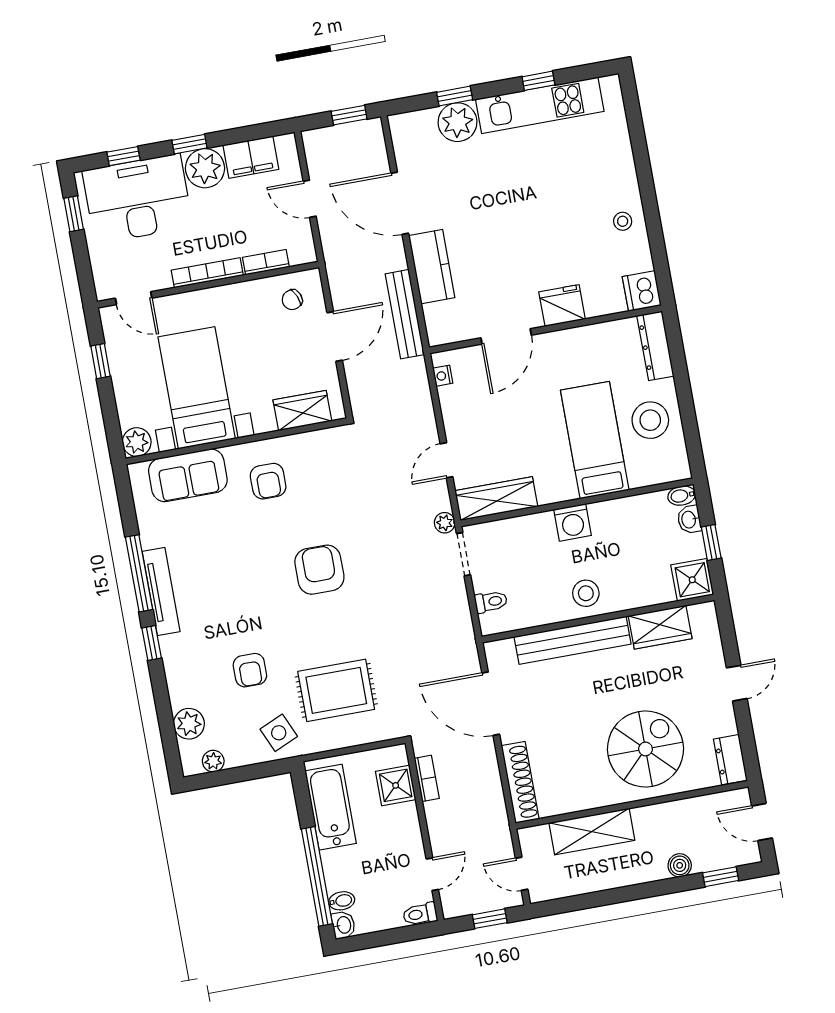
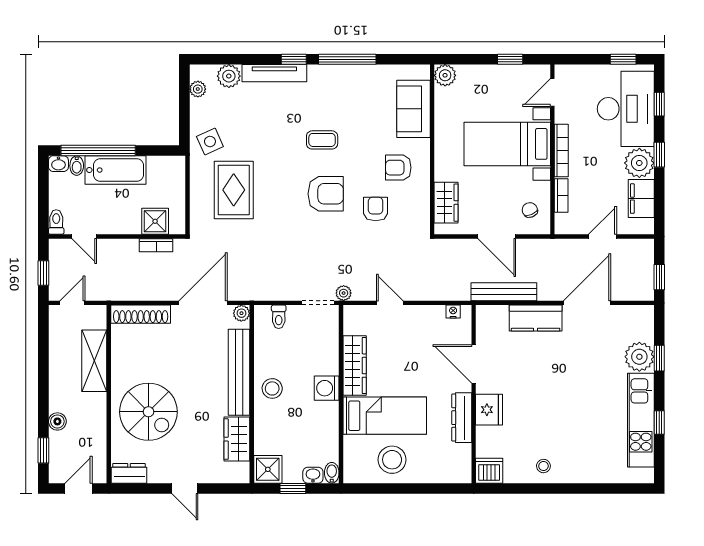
dresser: (655, 346) -> (462, 418), moved, turned -90
bed with nightstands: (197, 388) -> (507, 144), moved, turned 180
wardrobe: (496, 499) -> (355, 366), moved
coffee table: (250, 587) -> (322, 140), added
tv unit: (161, 592) -> (274, 73), moved
plant: (495, 651) -> (241, 313), added
armchair: (250, 670) -> (376, 209), moved, turned 90
bathtub: (331, 807) -> (115, 170), moved

